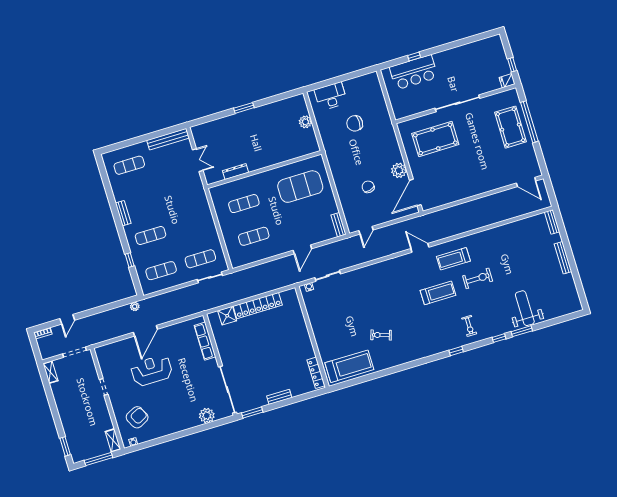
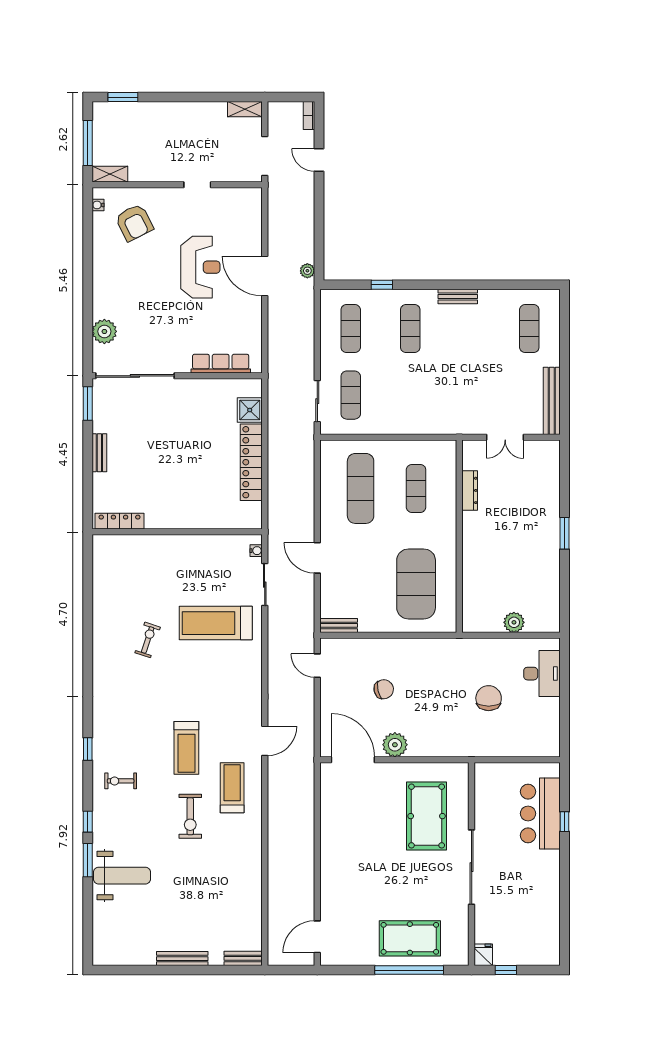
exercise mat: (254, 236) -> (361, 488), width x1.36, depth x1.45
treadmill: (349, 366) -> (216, 623), moved, turned 90

